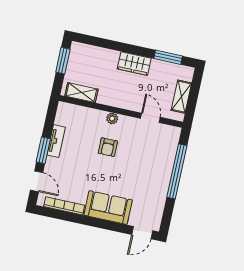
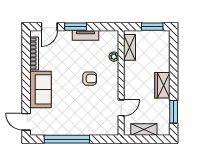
plant: (112, 118) -> (114, 57), moved
armchair: (108, 147) -> (90, 79), turned 180
window: (177, 171) -> (67, 139), moved

